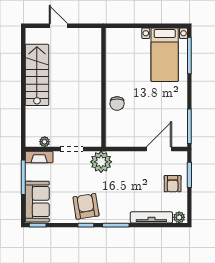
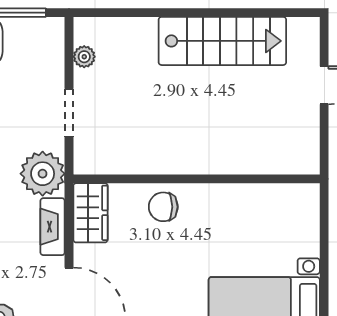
wardrobe: (120, 139) -> (91, 213), added
fireplace: (39, 157) -> (53, 227), moved

